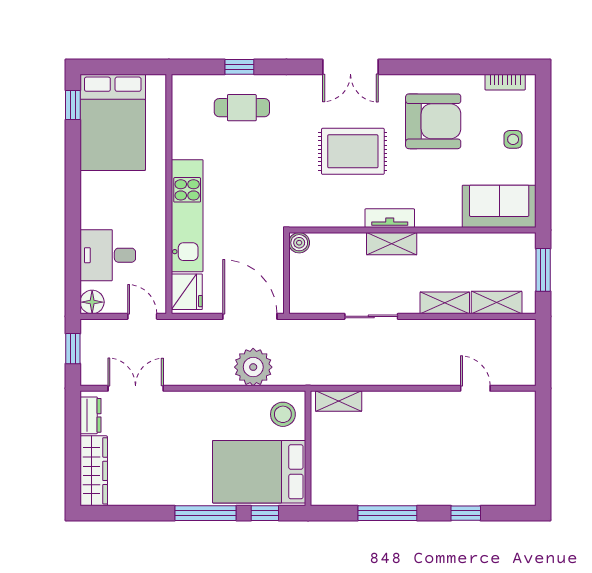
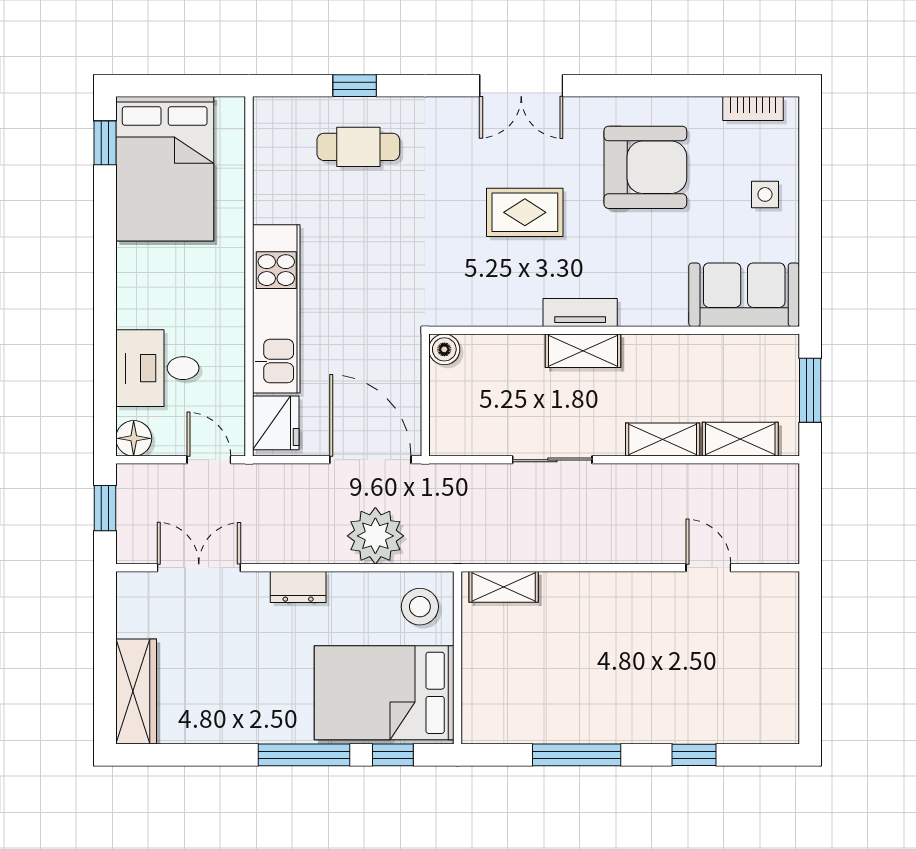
rug: (353, 151) -> (525, 212), width x0.73, depth x0.70
dresser: (91, 415) -> (298, 587), moved, turned 90

